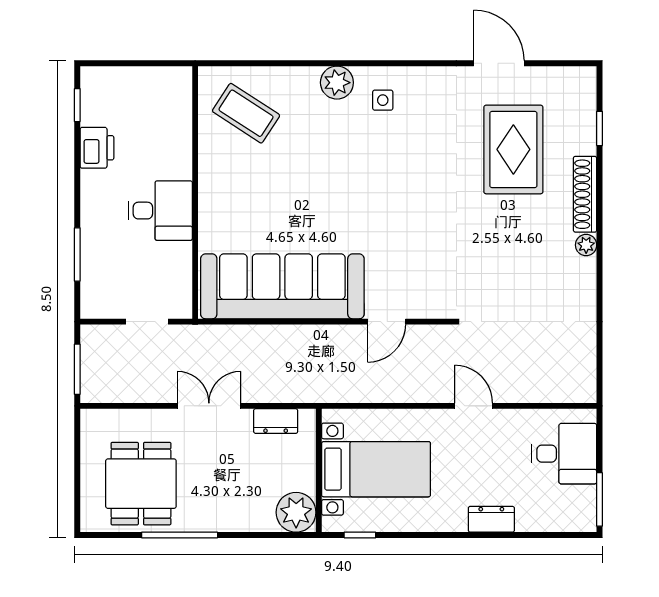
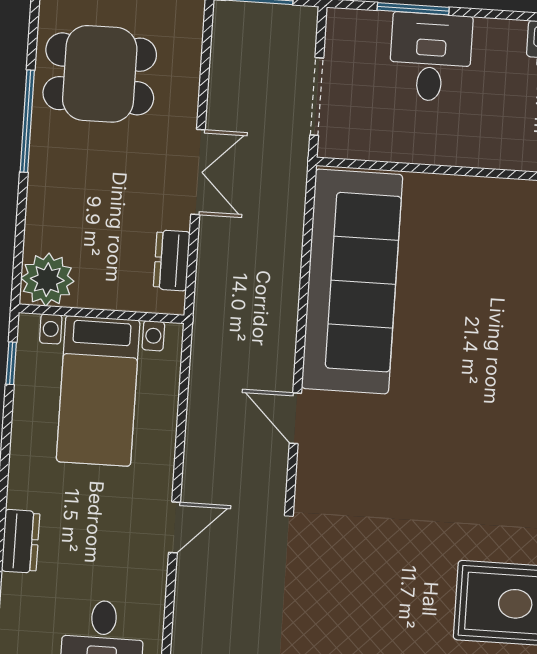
desk: (160, 211) -> (431, 57), moved, turned 180
doorway: (147, 322) -> (317, 96), width x1.38

